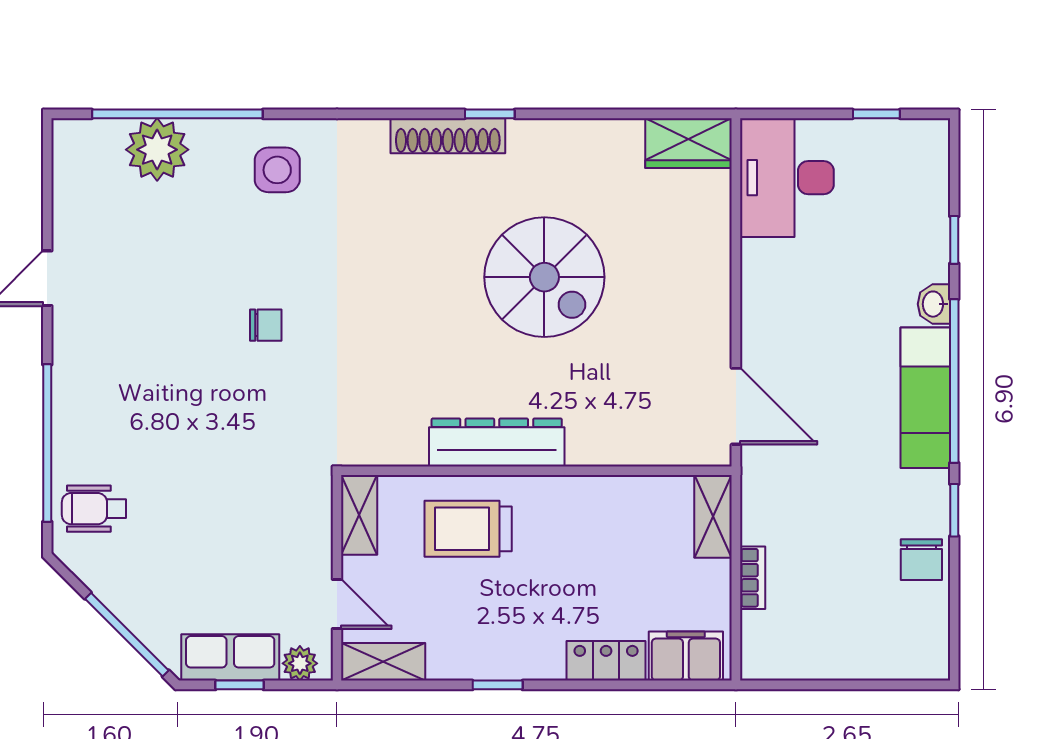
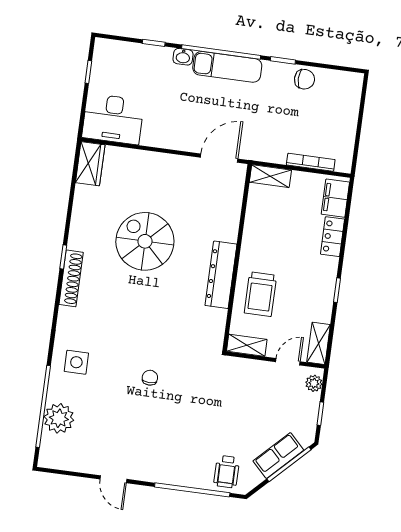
spiral stairs: (544, 277) -> (145, 241), turned -90
bookcase: (753, 578) -> (311, 162), width x1.56
row of seats: (230, 657) -> (278, 456), moved, turned 45

